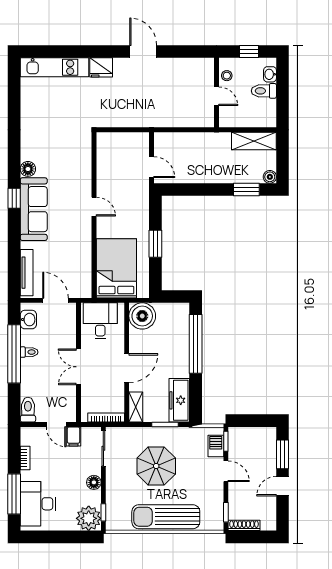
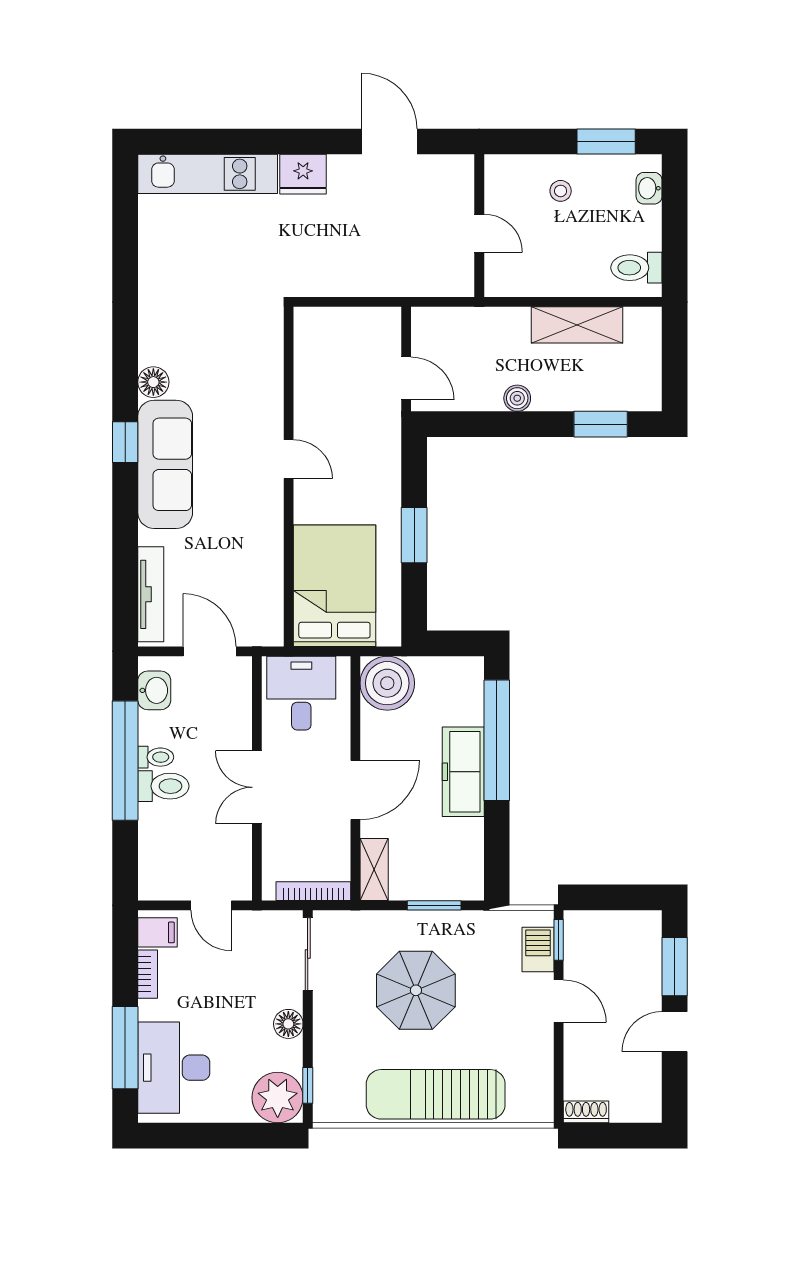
window: (249, 51) -> (606, 142), width x1.50
toilet: (264, 91) -> (636, 268), moved
wall: (217, 93) -> (479, 226), moved
door: (217, 96) -> (479, 233), moved
shelving: (254, 141) -> (577, 325), moved
boiler: (270, 177) -> (517, 398), moved
freezer: (179, 400) -> (463, 772), moved
toilet: (28, 410) -> (163, 786), moved, turned 90
filing cabinet: (74, 436) -> (158, 932), moved, turned -90
window: (226, 512) -> (559, 1085), removed
shoe rack: (244, 525) -> (586, 1112), width x0.70

